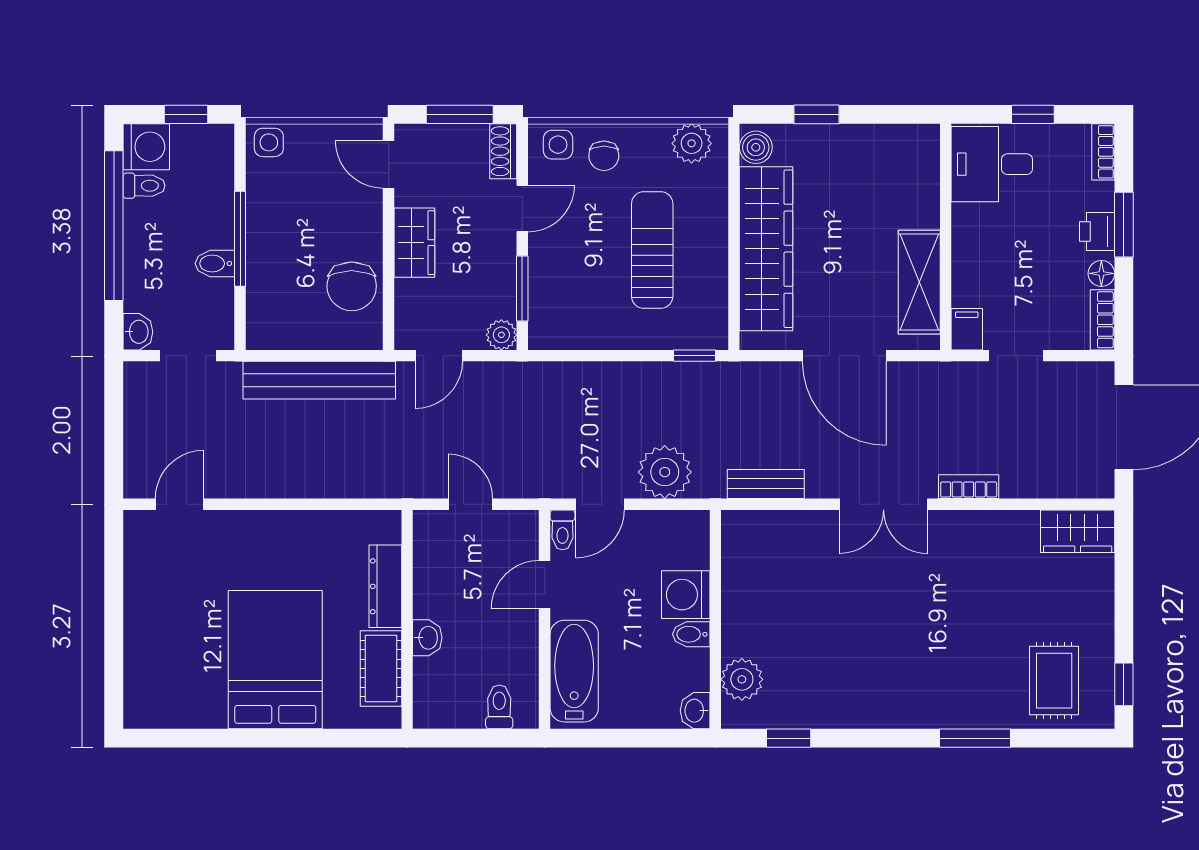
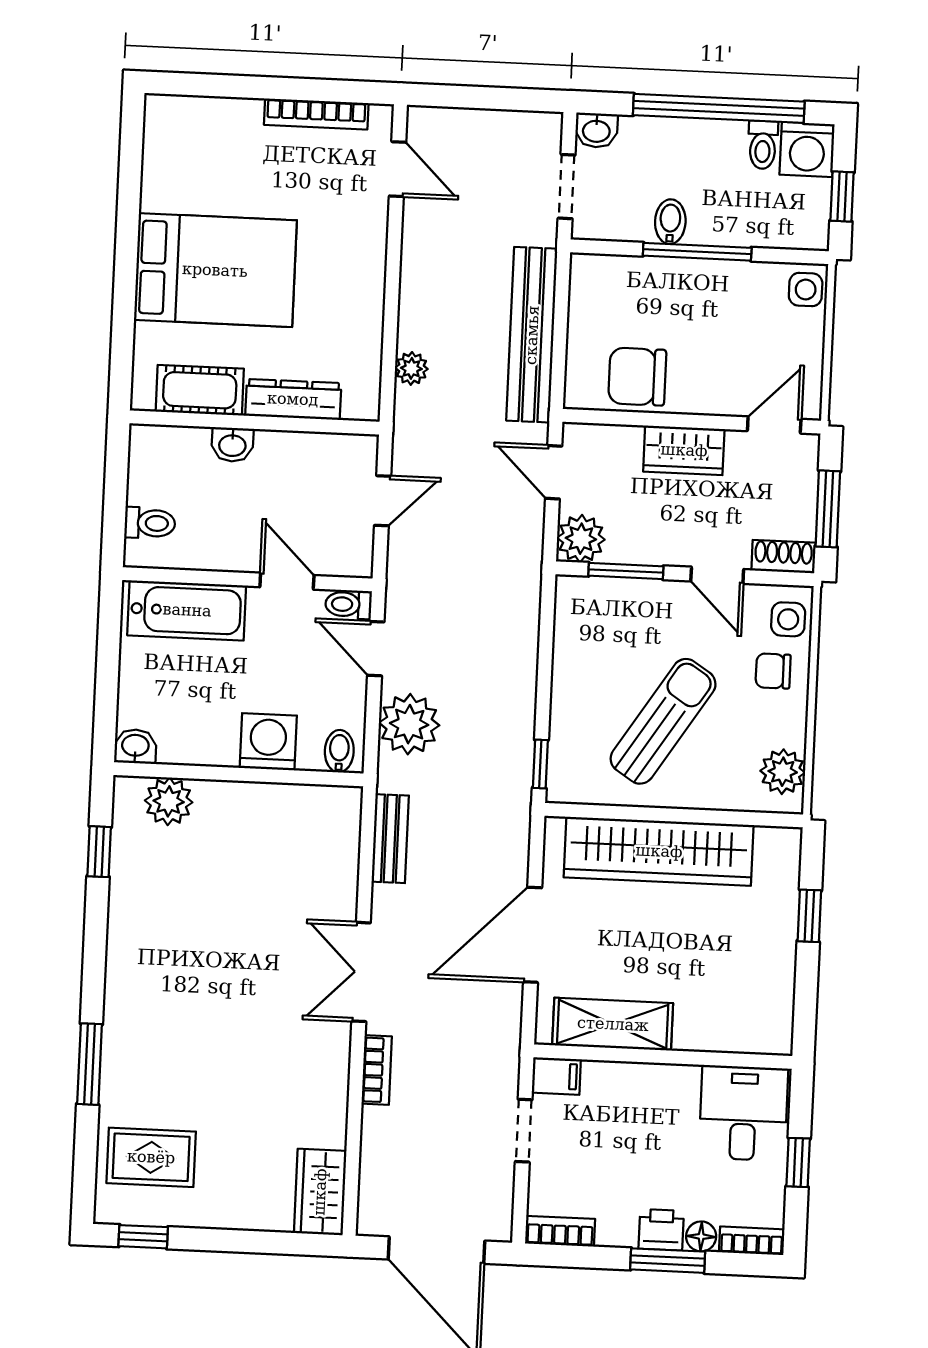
boiler: (756, 147) -> (775, 845), removed
sun lounger: (652, 250) -> (663, 721), turned -57
floor lamp: (1101, 273) -> (701, 1236), moved
plant: (501, 335) -> (581, 539), width x1.38, depth x1.38
plant: (354, 484) -> (411, 368), added
bookcase: (135, 578) -> (316, 114), added
bidet: (691, 634) -> (339, 751), moved

